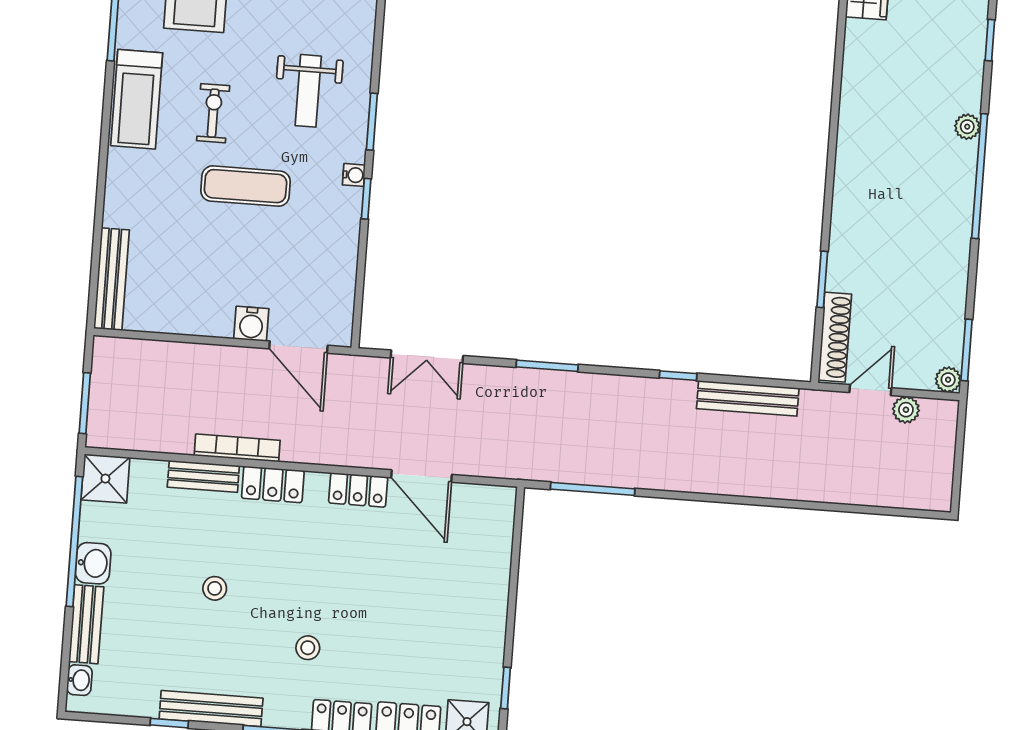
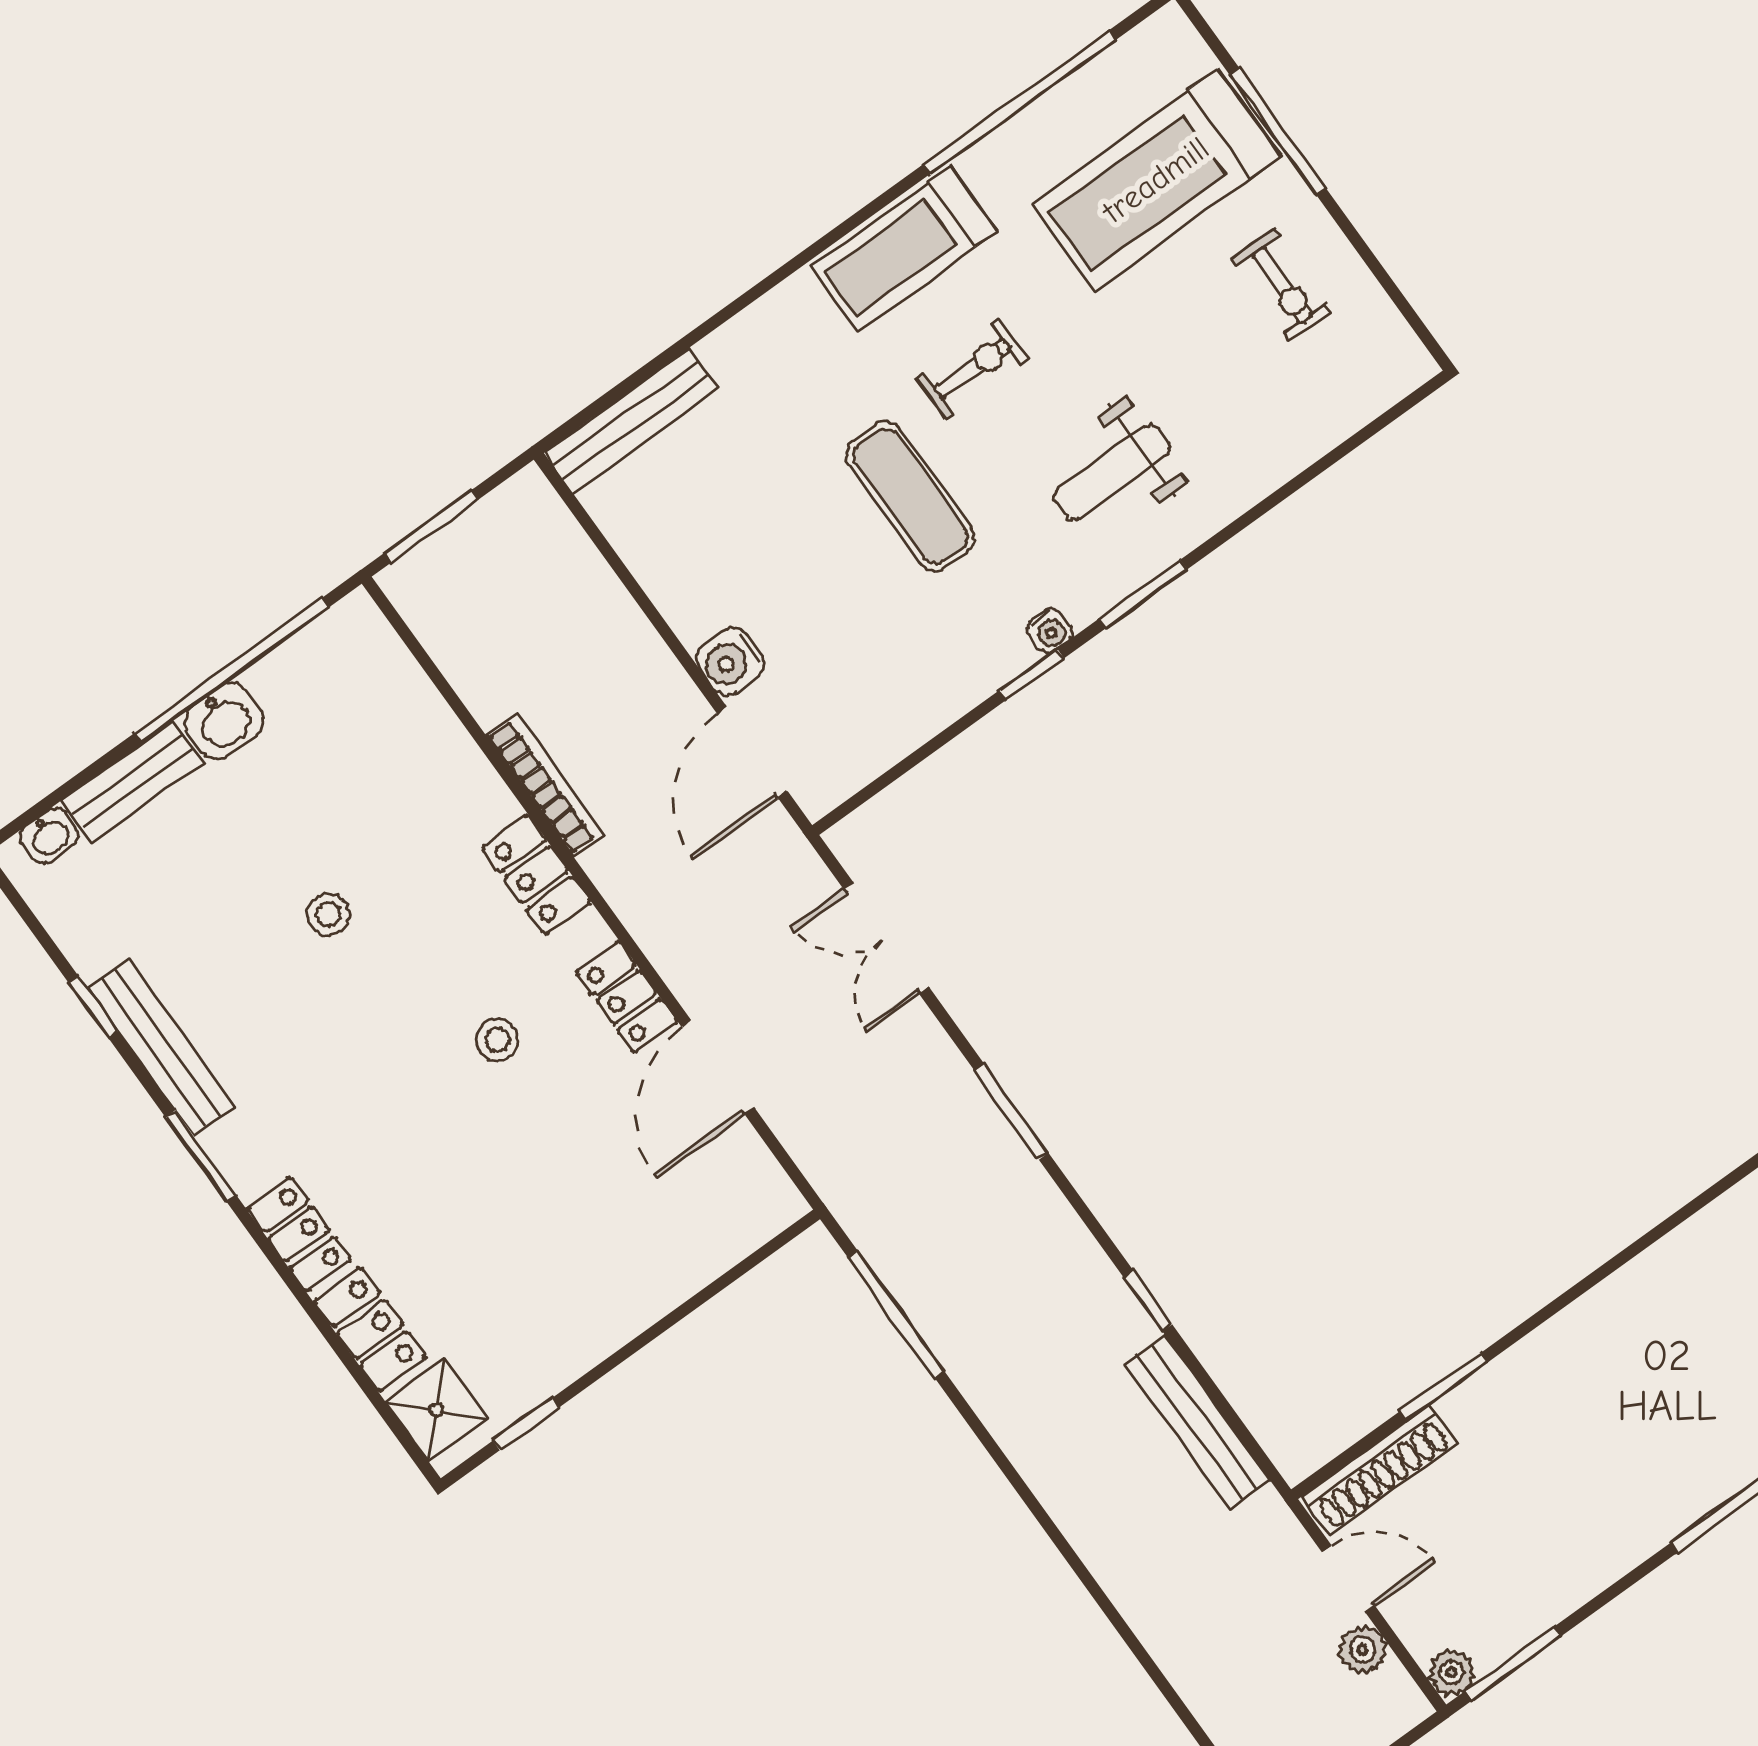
bench: (203, 476) -> (468, 771), removed
shower: (105, 479) -> (353, 641), removed
stool: (308, 648) -> (497, 1040), moved

